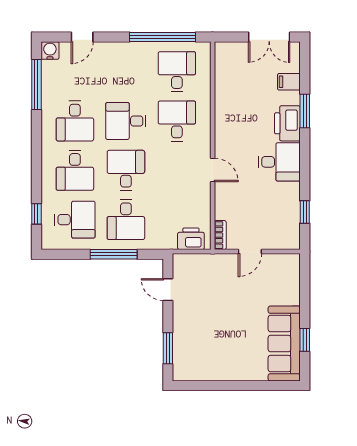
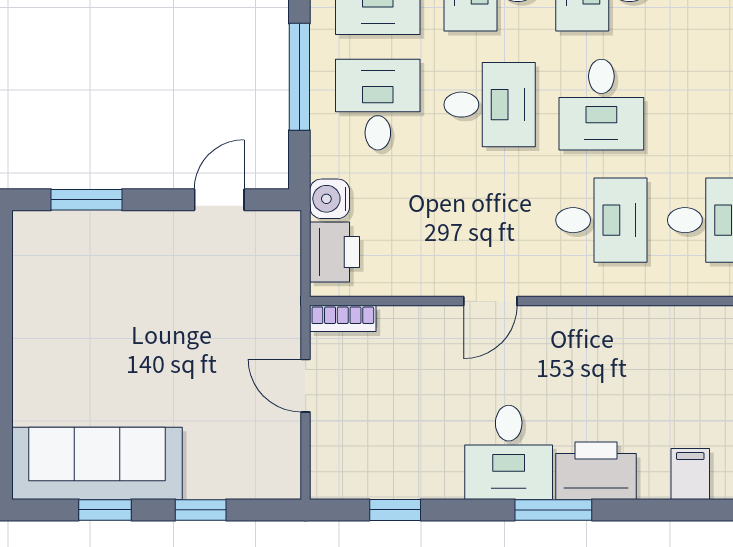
window: (305, 111) -> (553, 510), moved
desk: (126, 121) -> (601, 105), turned 180
desk: (126, 220) -> (378, 105), turned 90
water cooler: (167, 241) -> (330, 199), added
window: (305, 298) -> (201, 510), added

